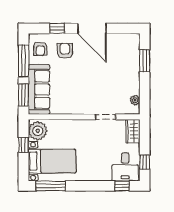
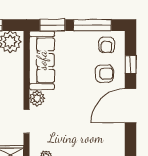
armchair: (40, 49) -> (107, 45), turned -90
sofa: (39, 89) -> (42, 60), moved, turned -90
plant: (86, 108) -> (37, 98), added

